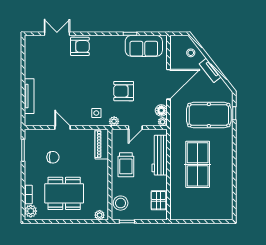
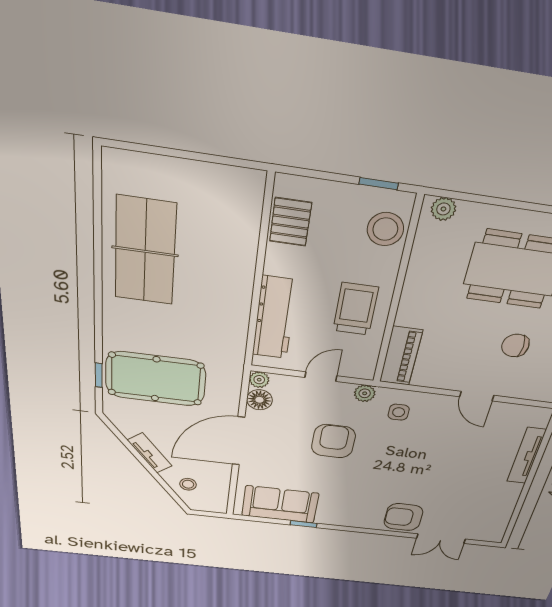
armchair: (124, 91) -> (333, 441), turned -90
table tennis table: (198, 164) -> (145, 251), moved

